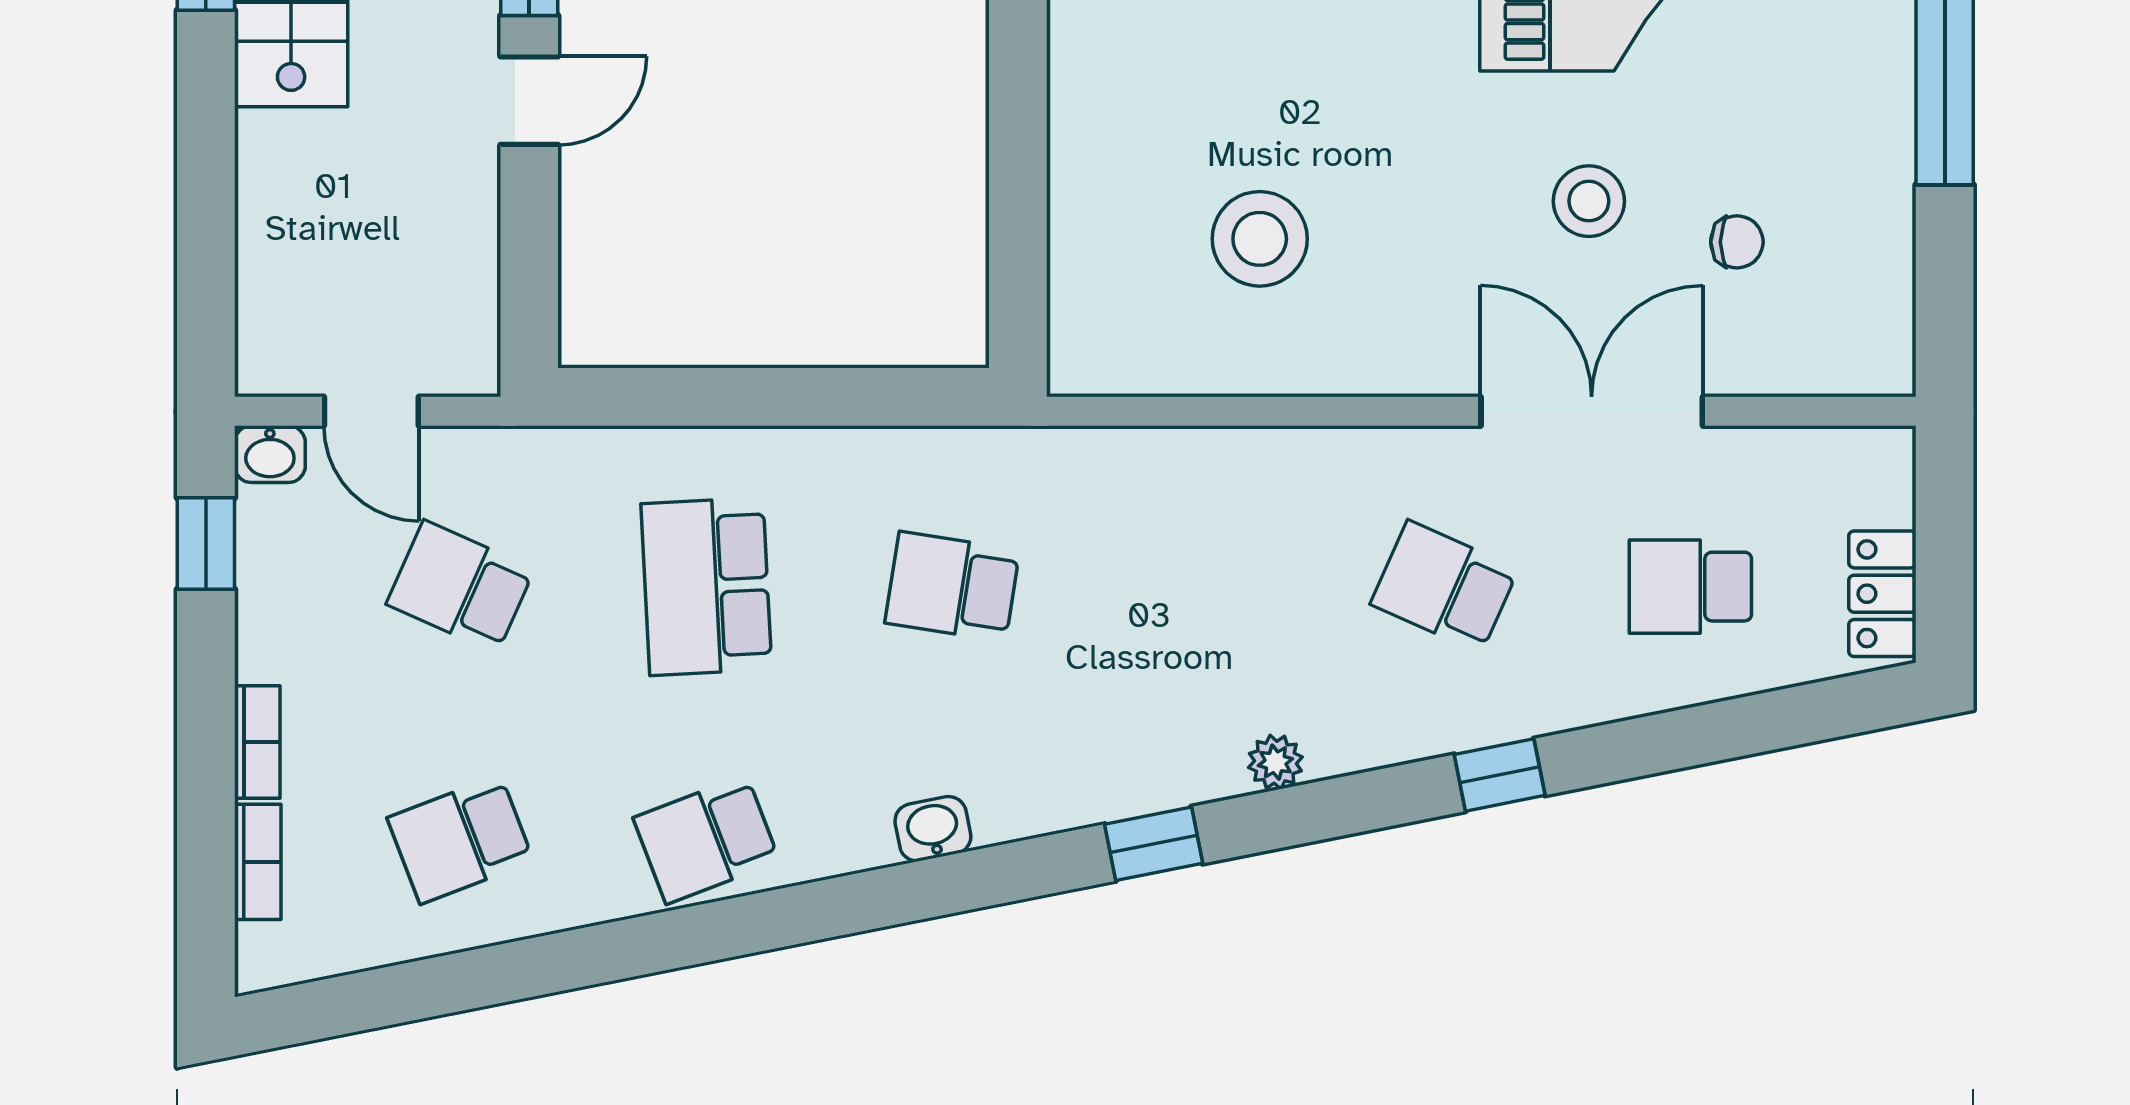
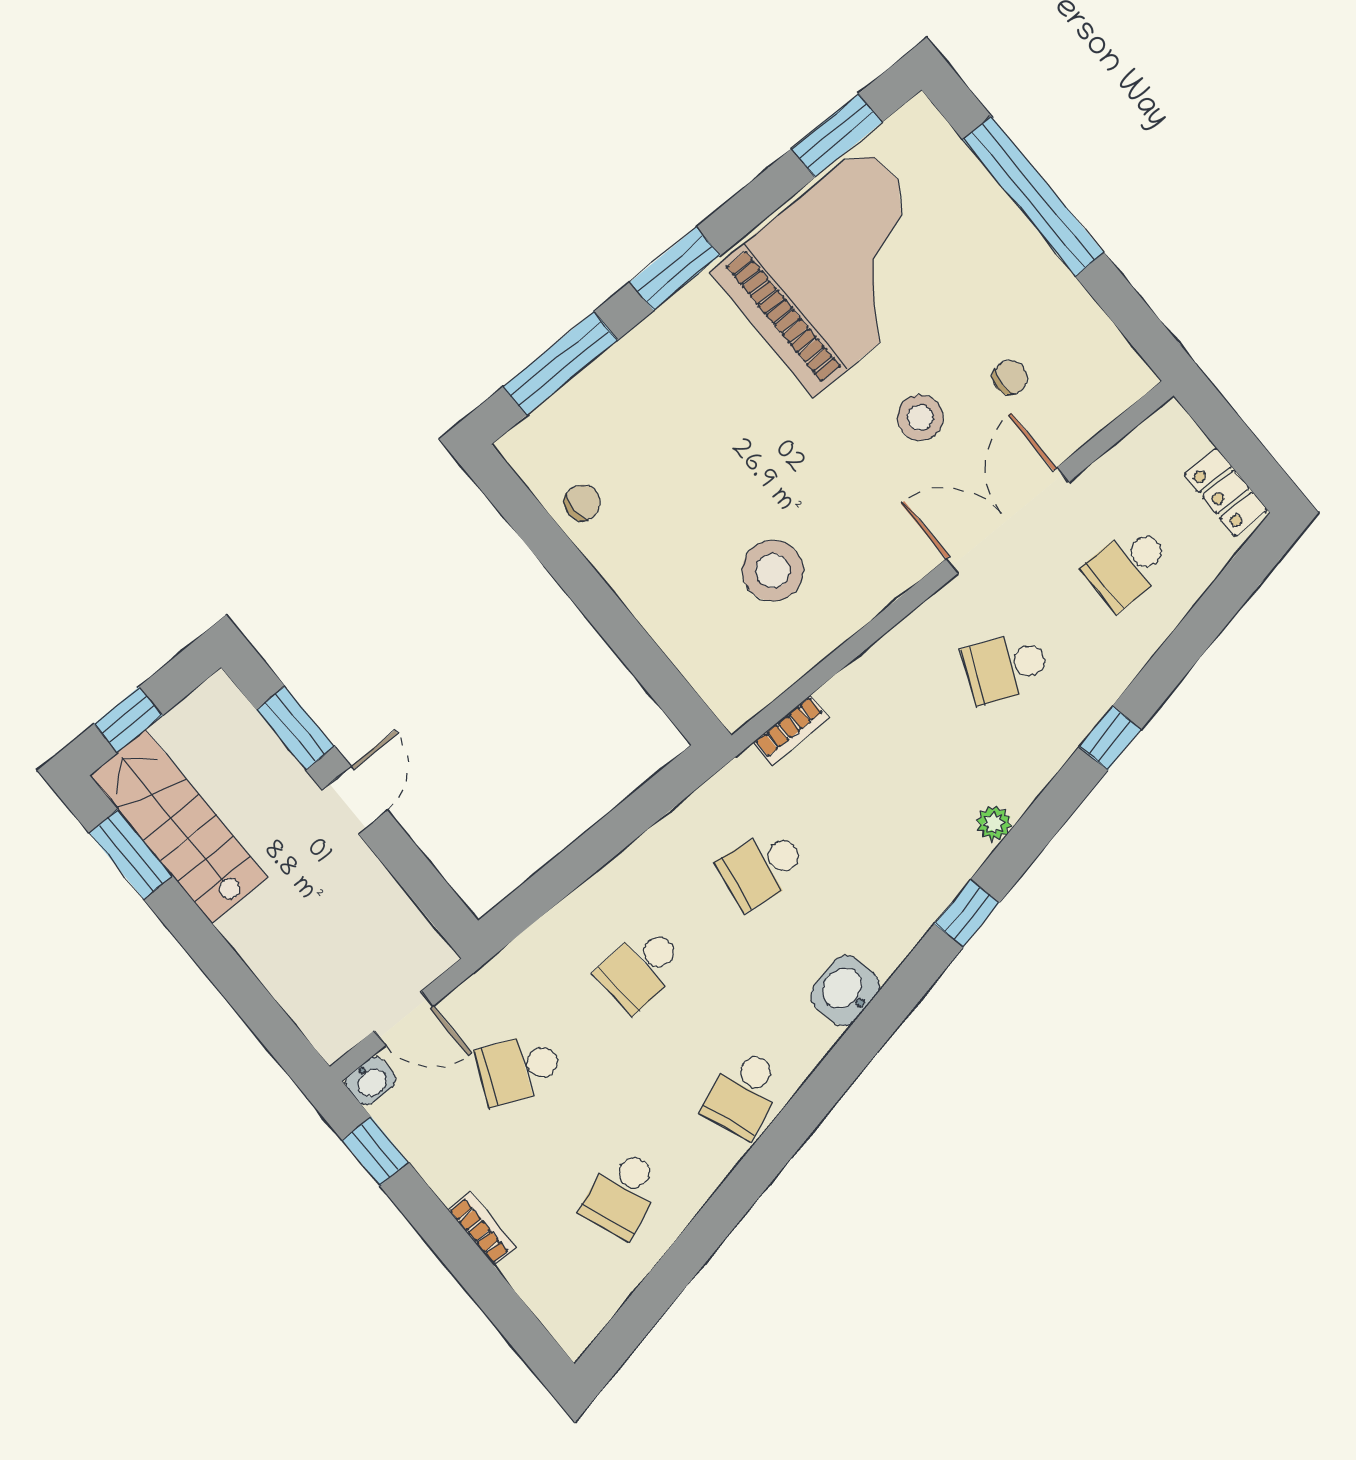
school desk: (706, 587) -> (641, 968), width x0.54
washbasin: (933, 829) -> (845, 991), width x1.38, depth x1.45
bookcase: (258, 862) -> (791, 730), moved, turned 90

